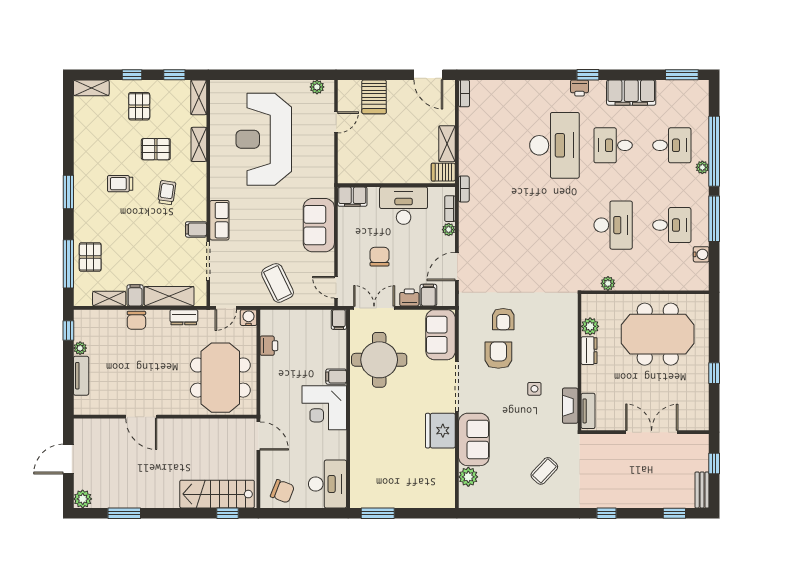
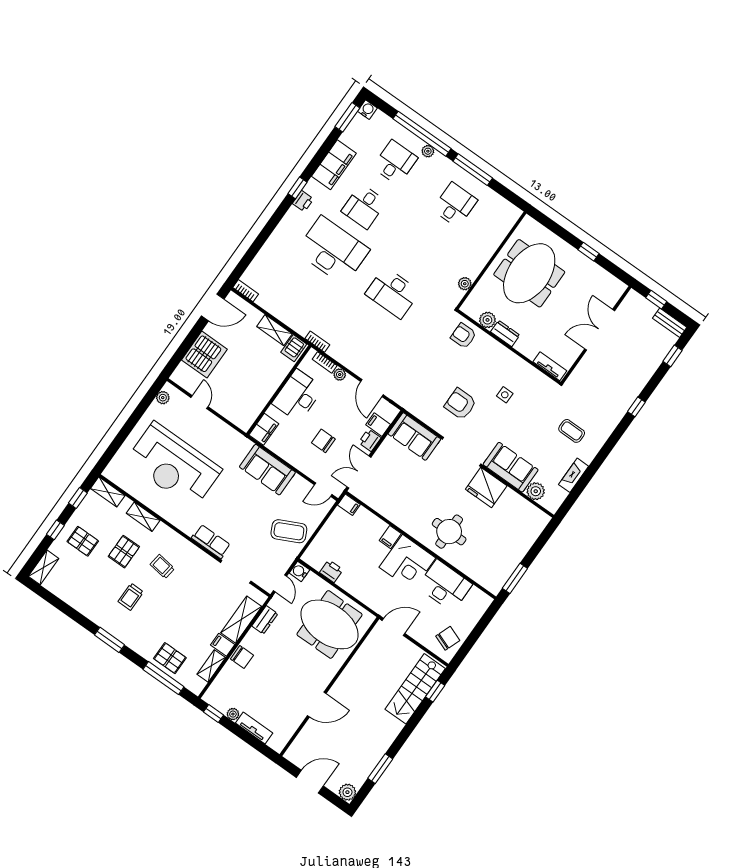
server rack: (374, 97) -> (204, 355), width x1.60
desk: (613, 225) -> (393, 293), moved, turned 180
filing cabinet: (196, 229) -> (205, 564), removed
water cooler: (701, 254) -> (367, 110), moved
armchair: (503, 319) -> (463, 336), moved, turned 180
round table: (379, 360) -> (449, 532), moved, width x0.73, depth x0.73
fireplace: (570, 406) -> (574, 475), moved, turned 90
door: (68, 459) -> (310, 782), swing flipped
coffee table: (544, 471) -> (572, 431), turned -43
desk: (327, 484) -> (445, 585), moved

